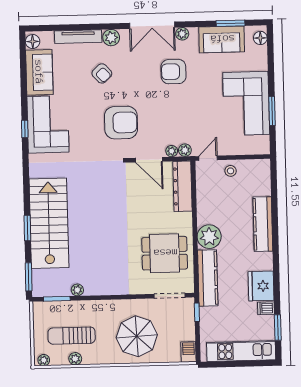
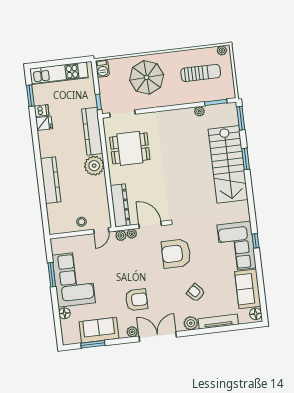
floor lamp: (260, 38) -> (64, 313), moved
fridge: (261, 286) -> (44, 123), width x0.53, depth x0.75
plant: (75, 359) -> (196, 54), removed

